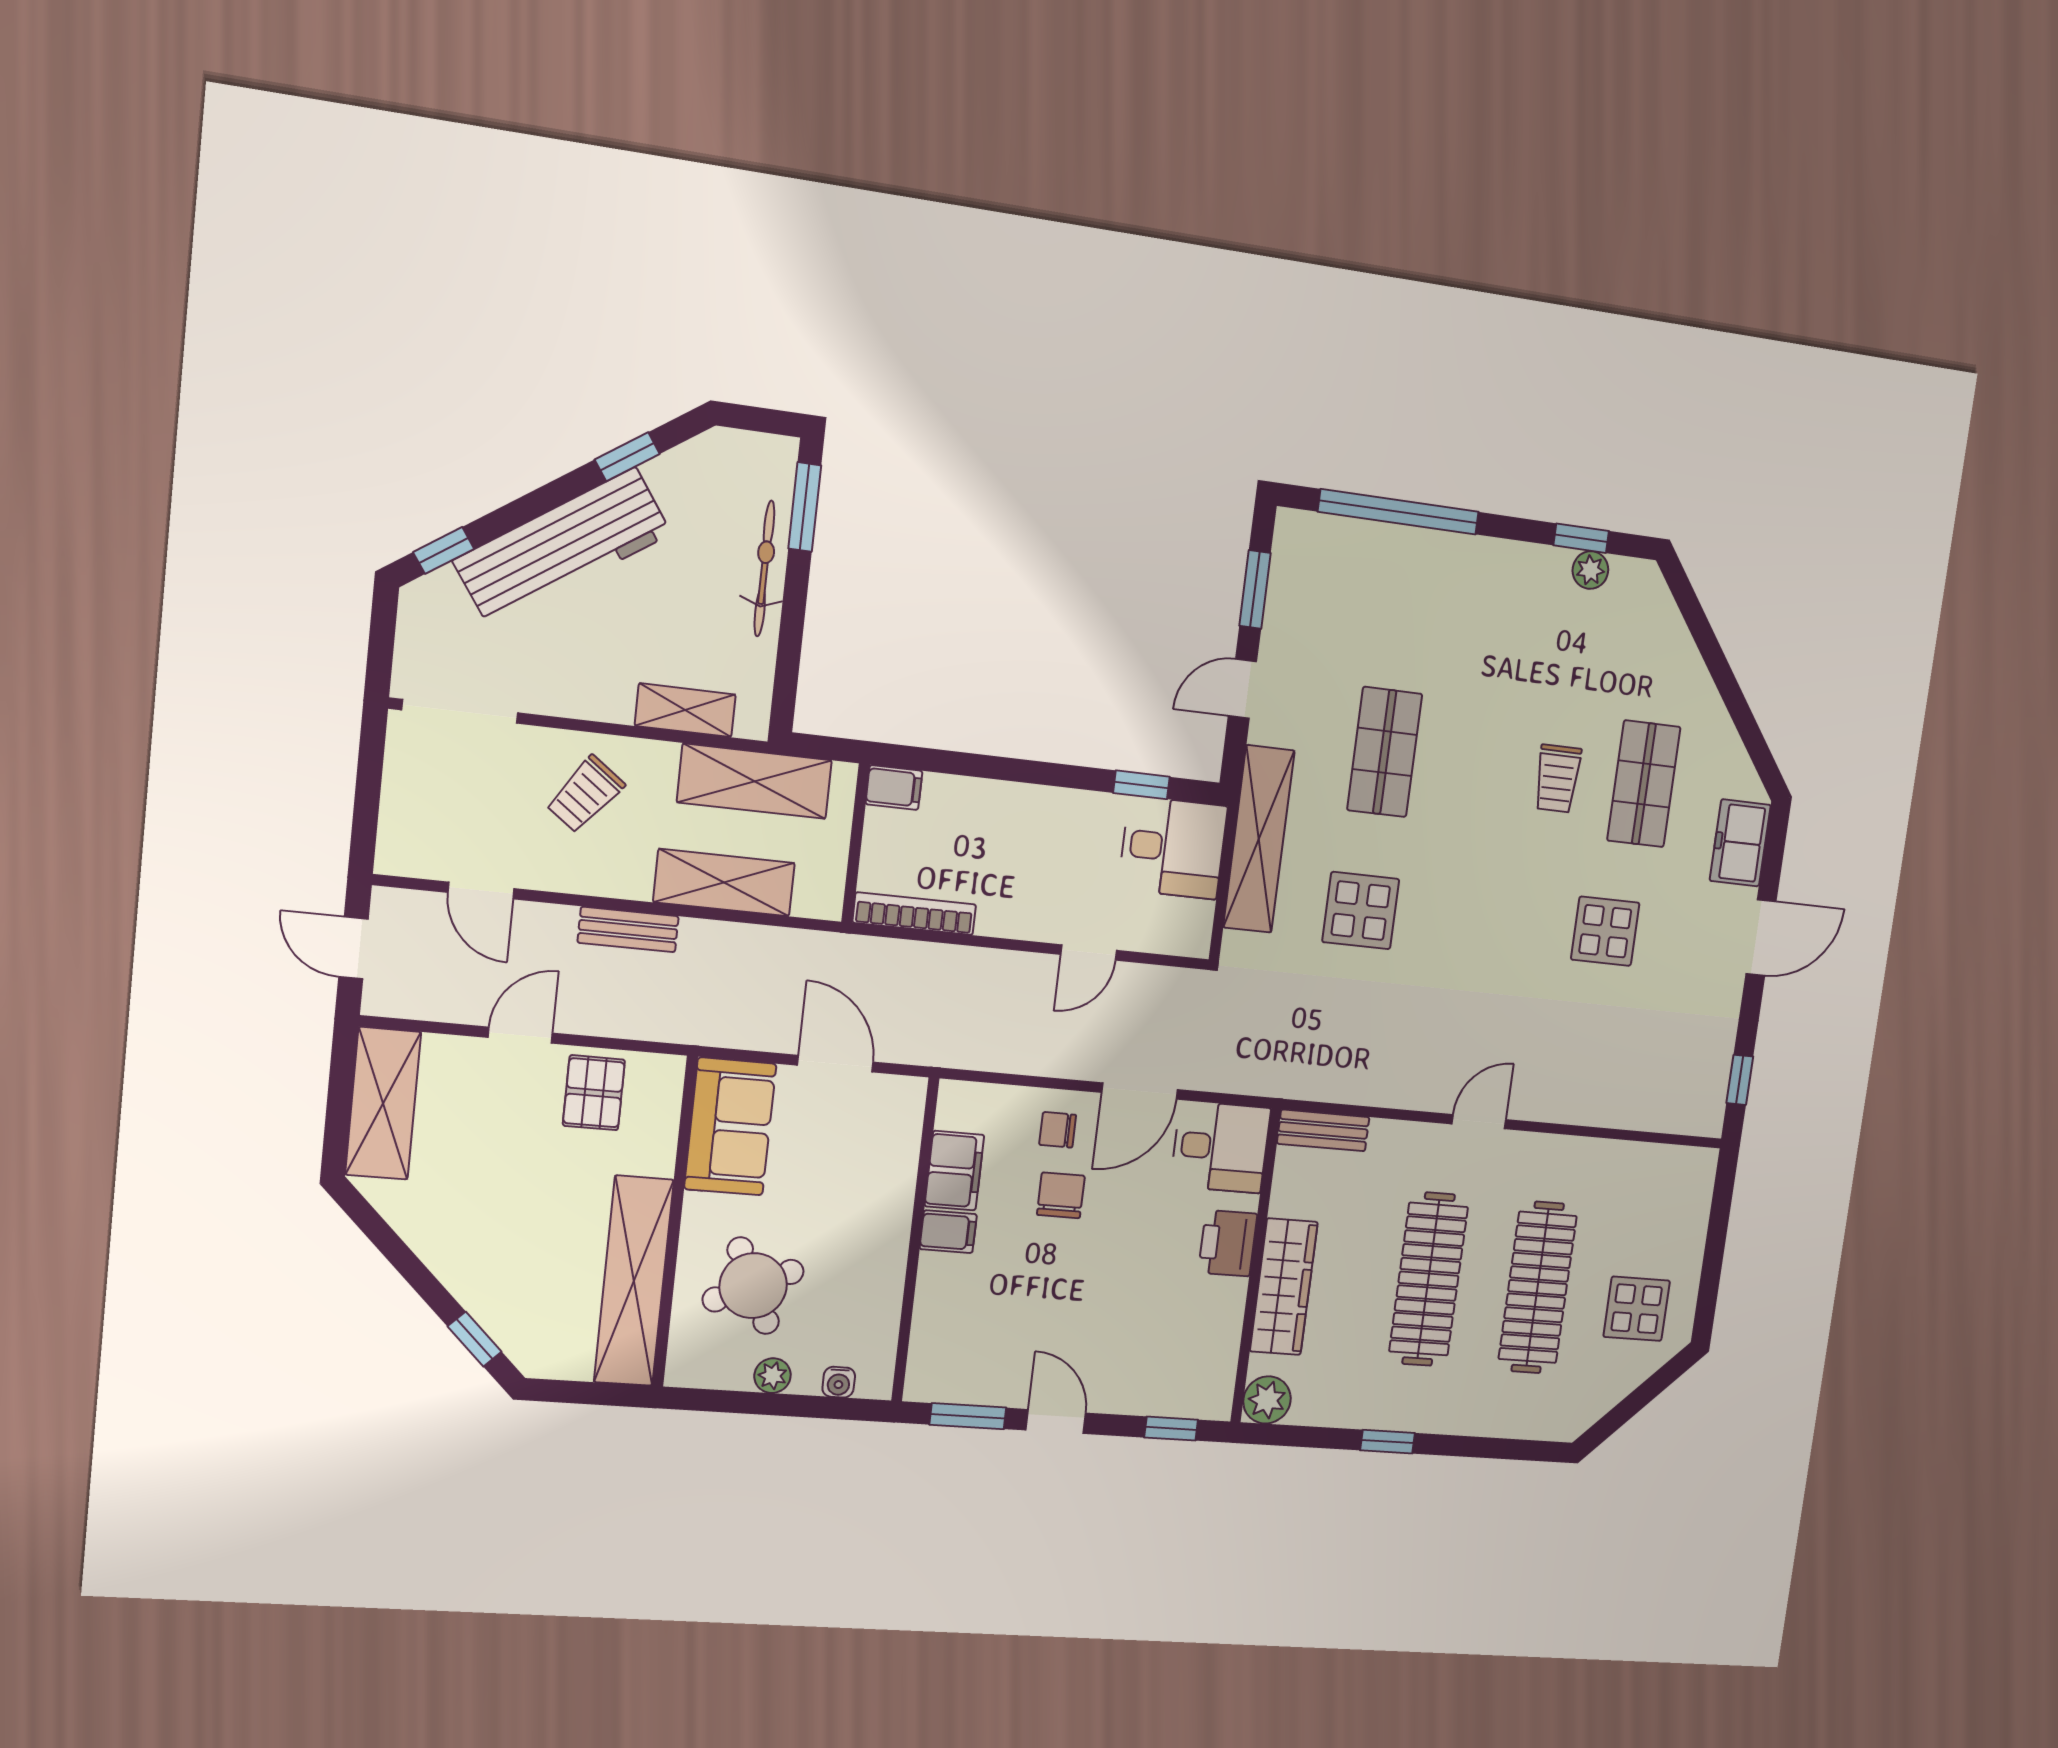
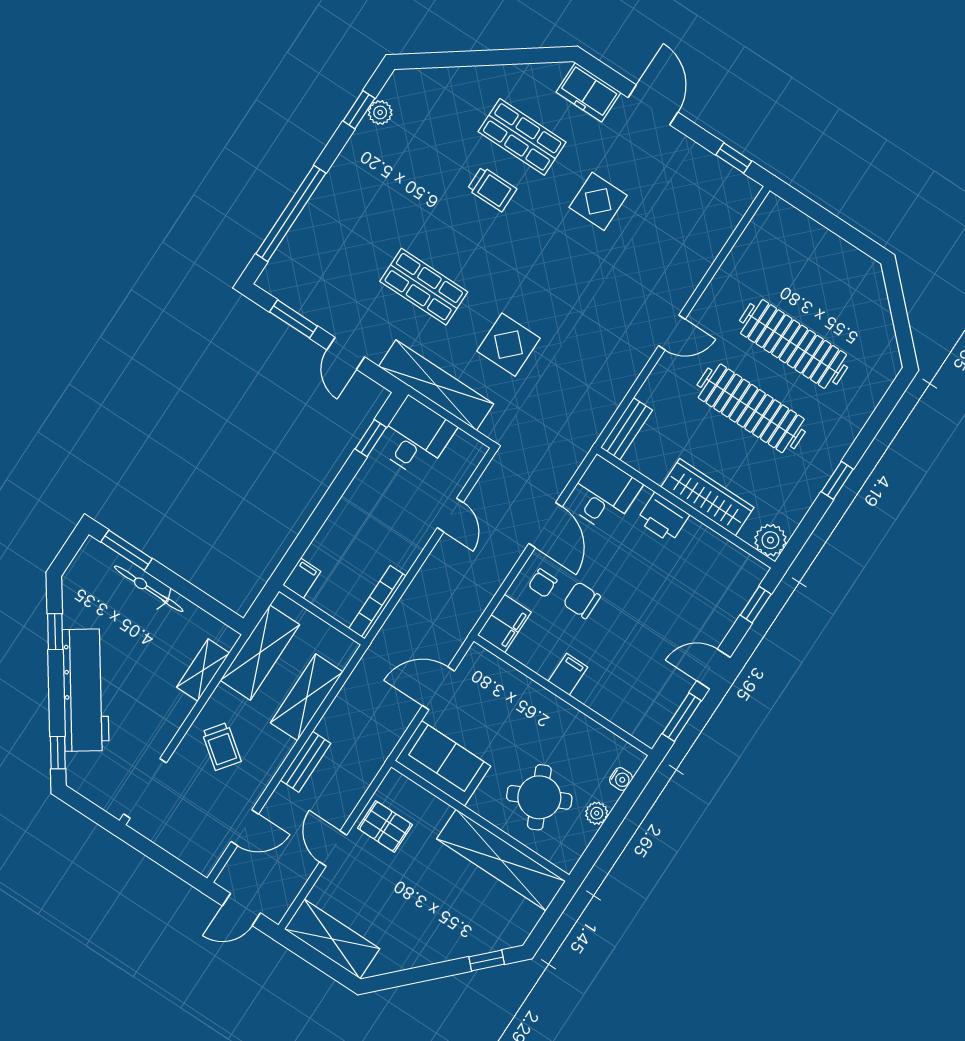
door: (1479, 1122) -> (672, 333), swing flipped
filing cabinet: (954, 1171) -> (504, 624), moved, turned 90
display table: (1637, 1309) -> (841, 288), removed

